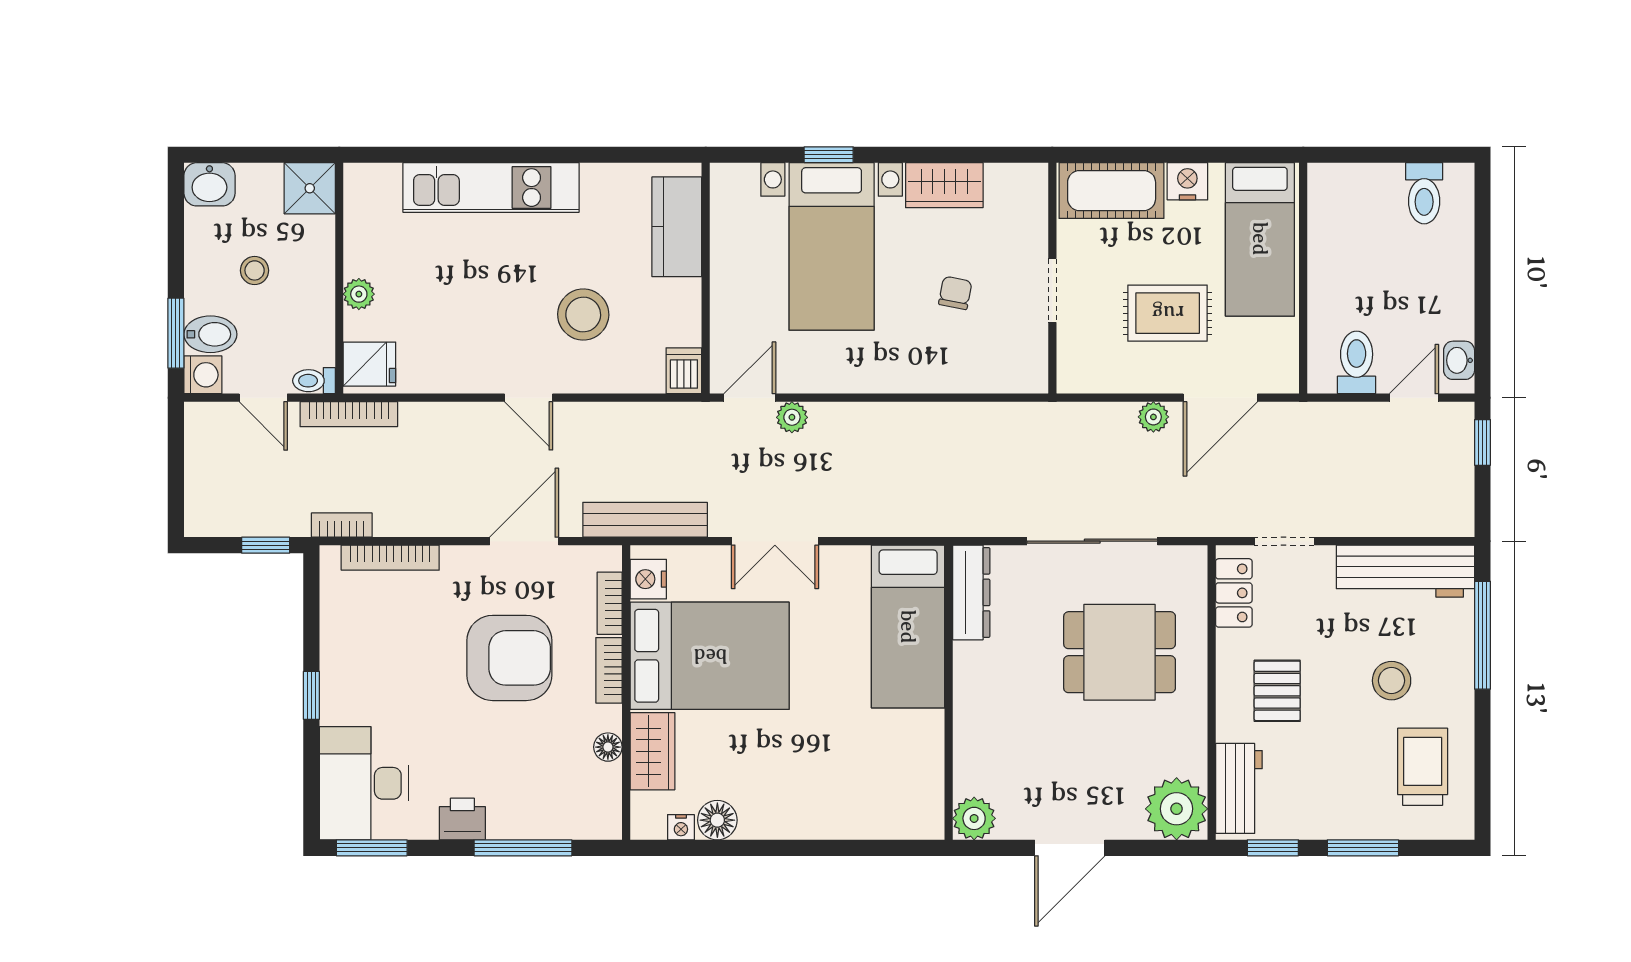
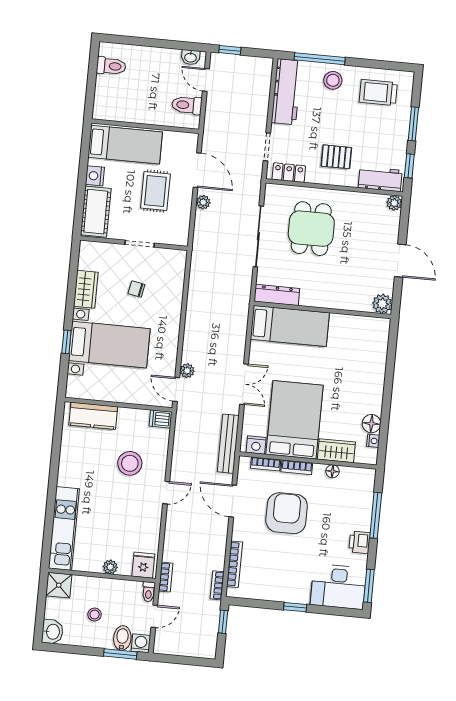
kitchen unit: (491, 188) -> (64, 528), moved
bookcase: (349, 414) -> (166, 577), width x0.64
stool: (1392, 681) -> (333, 80), moved
plant: (1177, 809) -> (394, 203), width x0.53, depth x0.53

